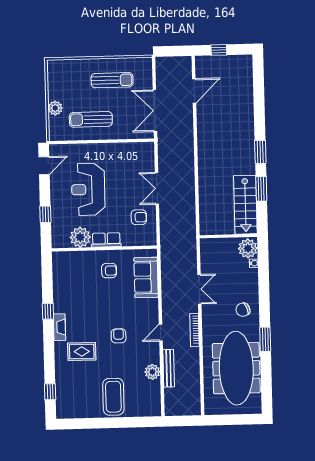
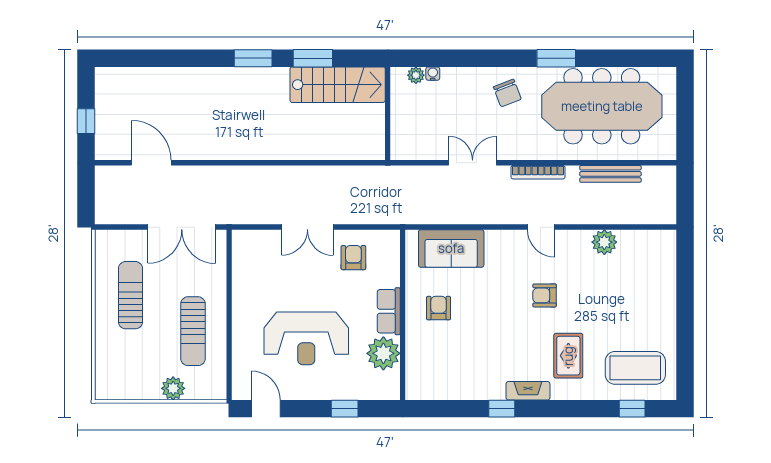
plant: (248, 248) -> (416, 75), width x0.53, depth x0.53
bench: (169, 368) -> (610, 174), moved
coffee table: (113, 397) -> (635, 368), moved

